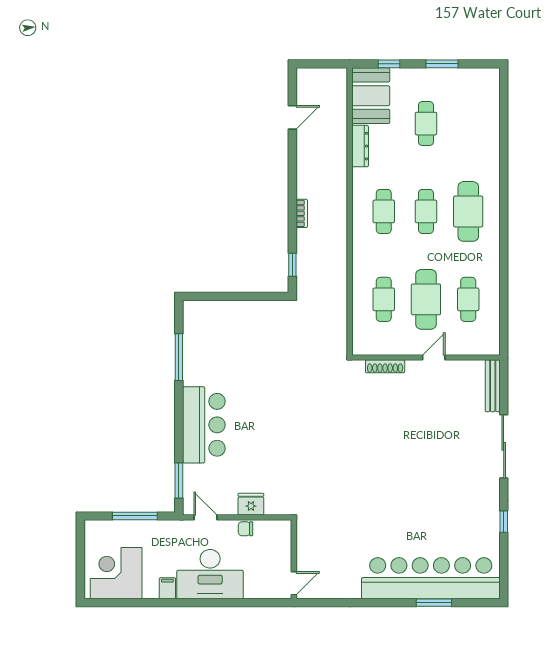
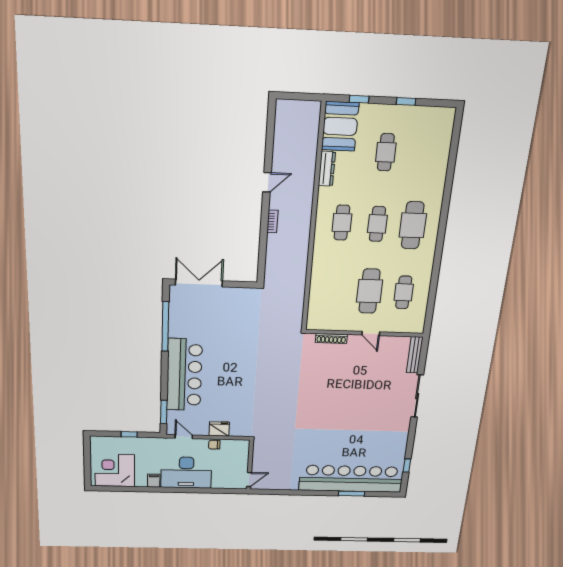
window: (442, 64) -> (406, 101), width x0.67
door: (292, 117) -> (267, 182), moved
window: (292, 265) -> (262, 261), removed
double door: (218, 296) -> (199, 283), added
cafe table: (384, 299) -> (335, 290), removed
window: (179, 357) -> (165, 327), width x1.46
door: (434, 357) -> (371, 333), swing flipped
bar counter: (204, 425) -> (184, 375), width x1.36
window: (135, 516) -> (129, 434), width x0.46
window: (504, 522) -> (407, 465), moved

